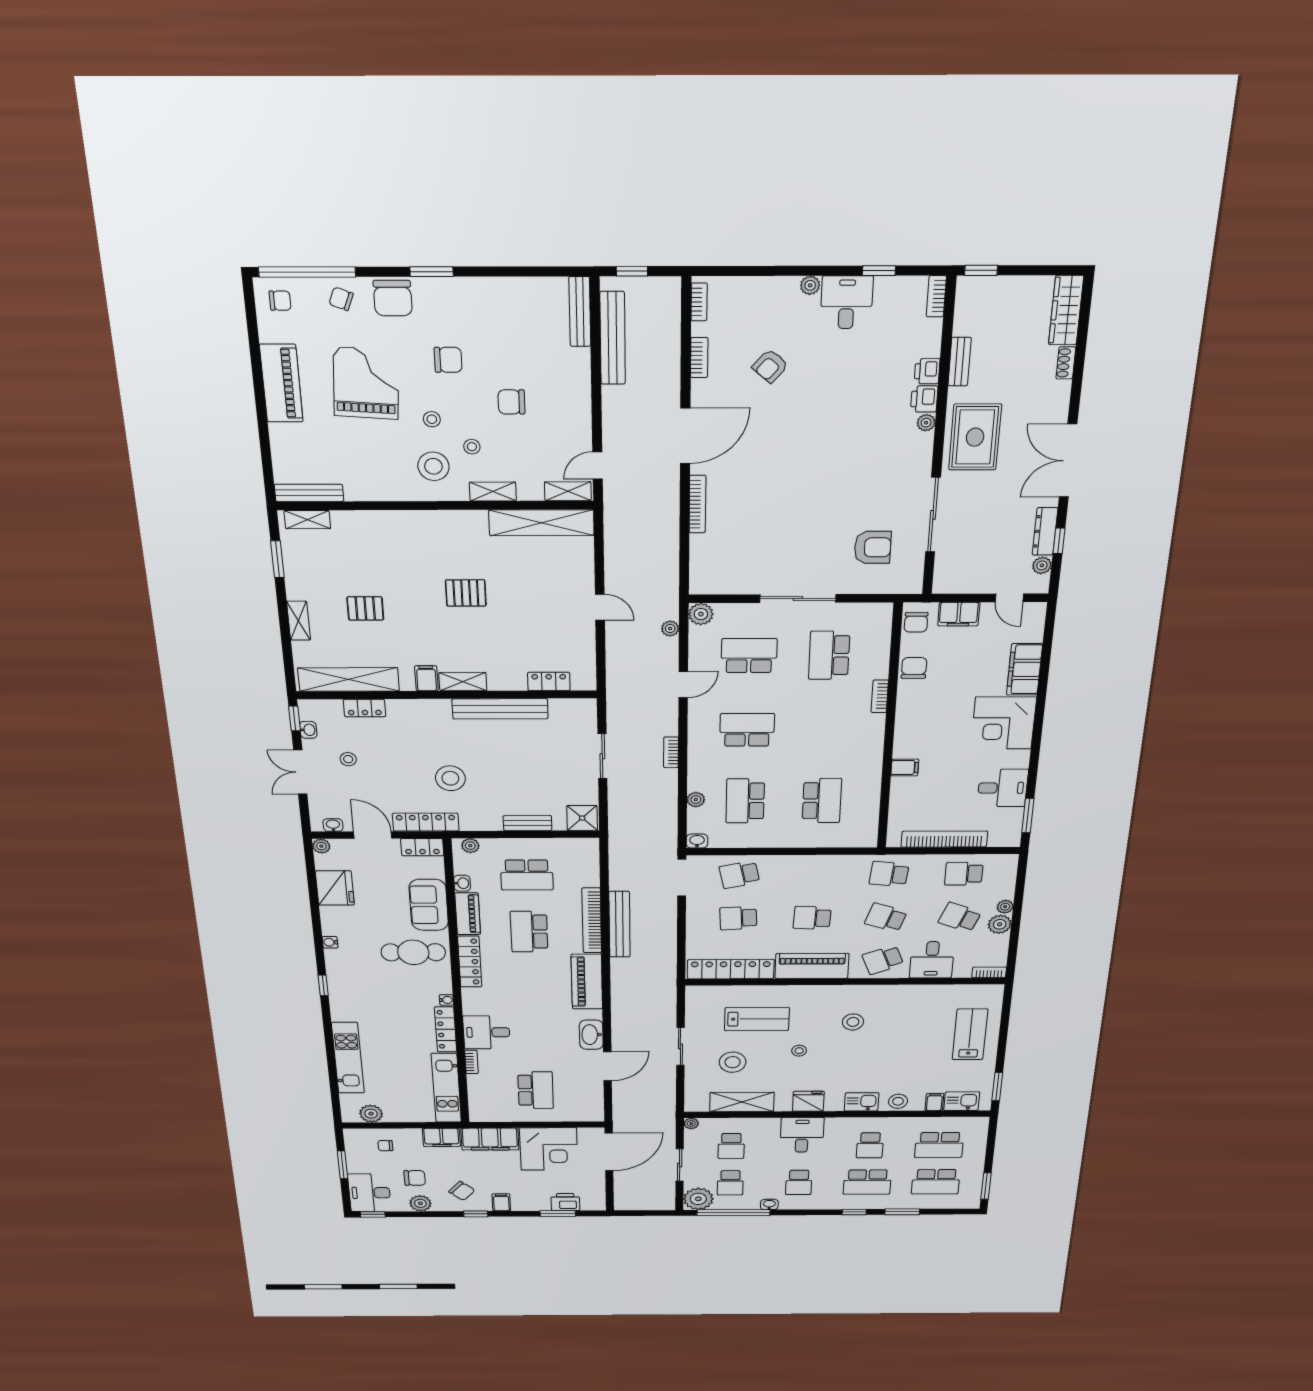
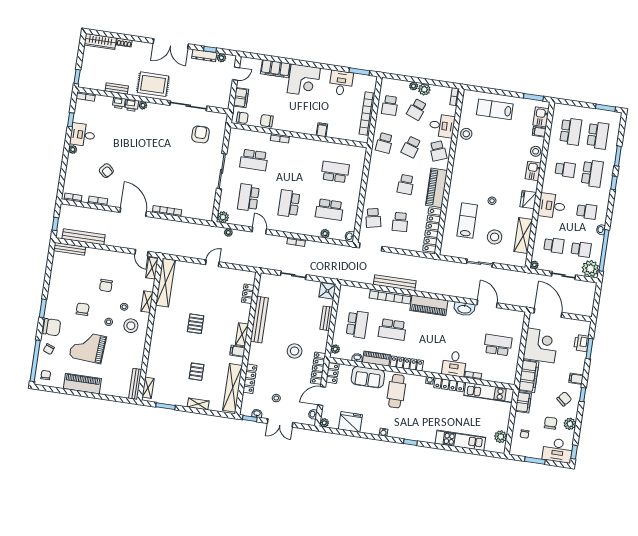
locker: (364, 708) -> (250, 379), width x1.53
stool: (853, 1022) -> (466, 134), moved

